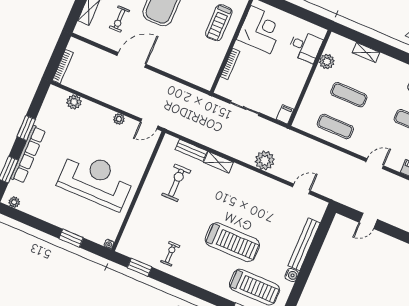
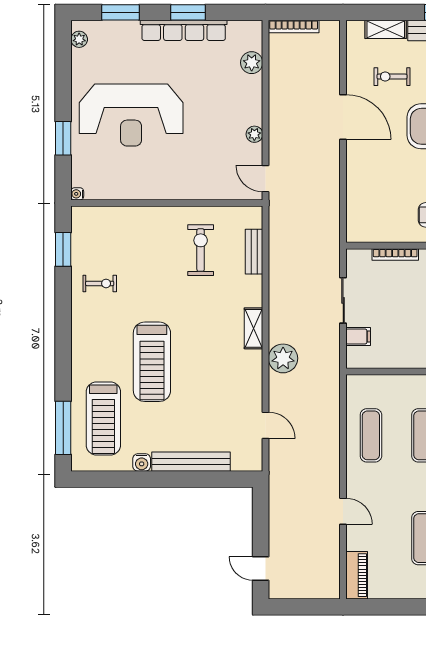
filing cabinet: (285, 114) -> (358, 336), moved
row of seats: (28, 154) -> (184, 30), moved
shelving: (219, 162) -> (253, 328), moved
reception desk: (96, 180) -> (131, 115), moved, turned 90
exercise bike: (176, 183) -> (201, 250), turned -90
door: (368, 221) -> (261, 568), moved

